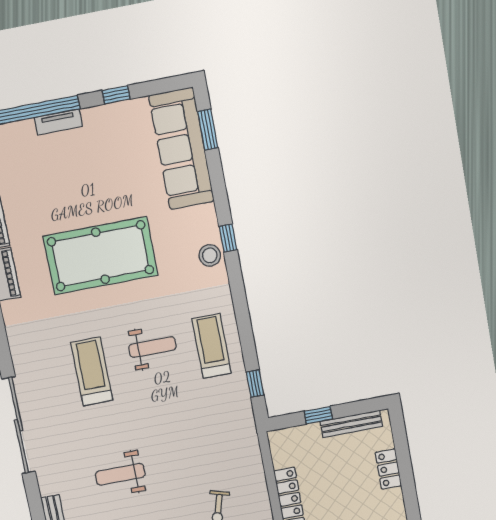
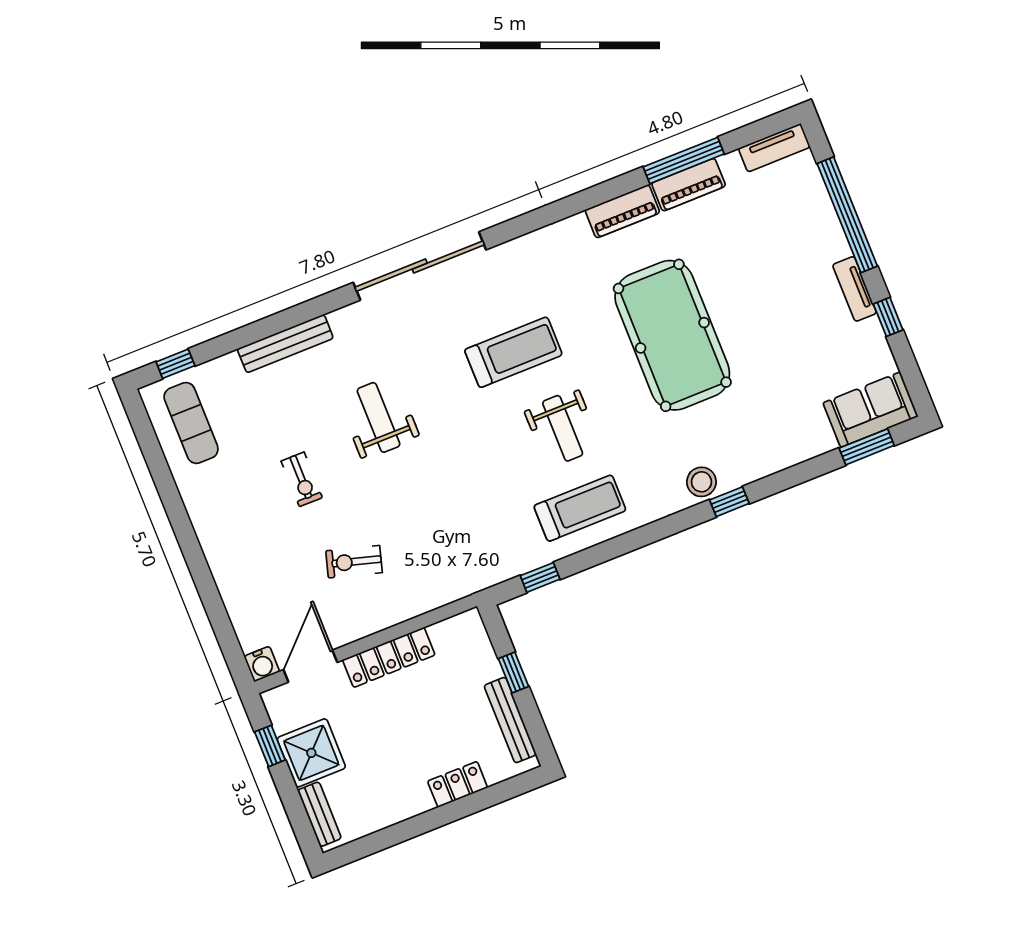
tv unit: (58, 122) -> (855, 289), moved
sofa: (181, 149) -> (871, 410), width x0.54, depth x0.79

